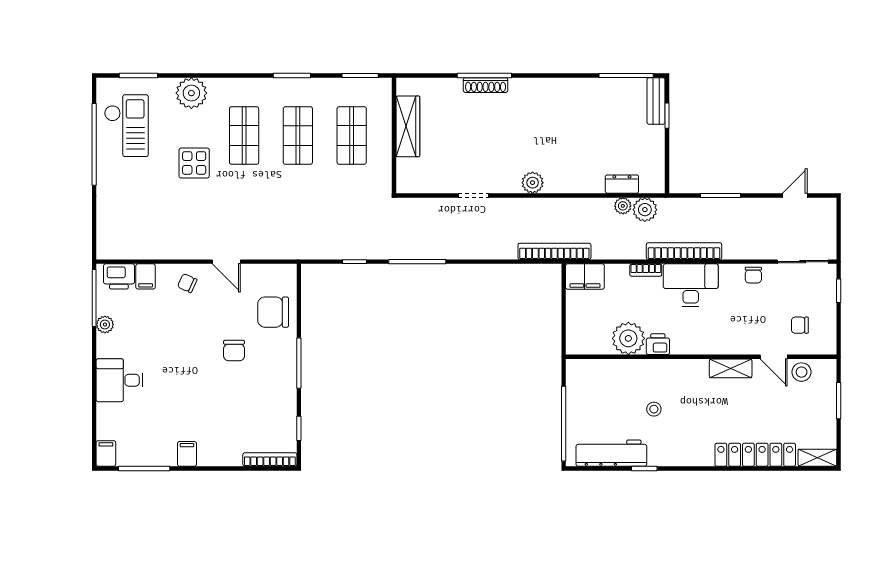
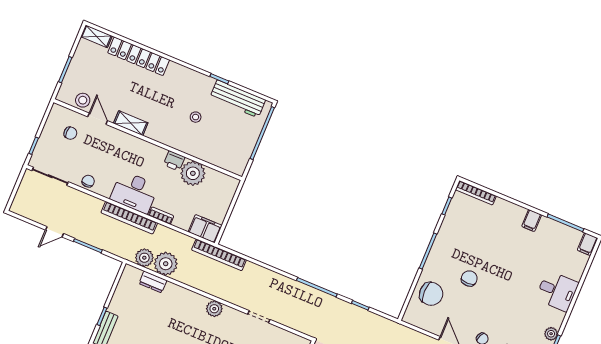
door: (795, 195) -> (55, 232), moved
plant: (623, 206) -> (166, 264), width x1.87, depth x1.87

